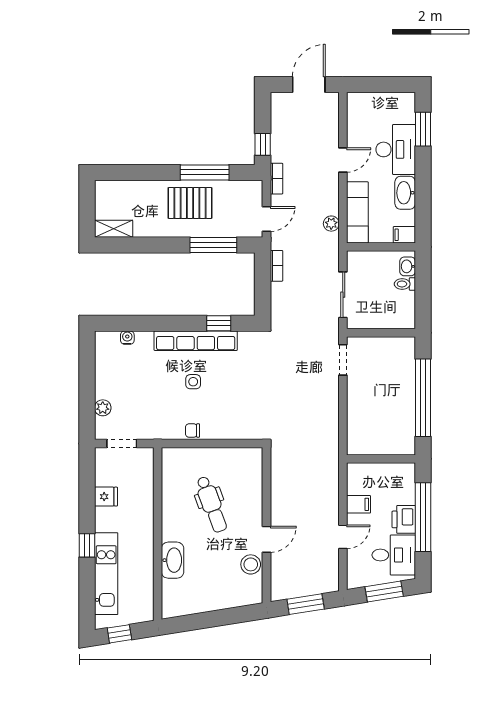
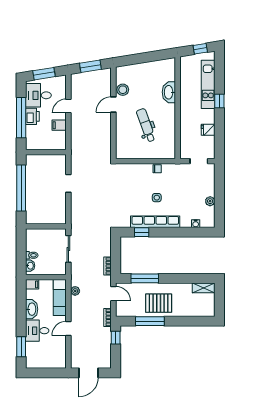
desk: (396, 149) -> (37, 331), width x0.73
door: (266, 219) -> (113, 294), swing flipped
doorway: (343, 360) -> (68, 183), moved
plant: (103, 408) -> (210, 201), moved

